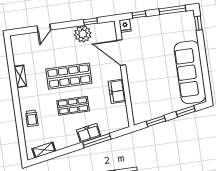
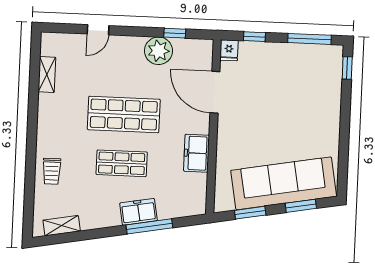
sofa: (190, 72) -> (284, 183), moved, turned 80
shelving: (20, 76) -> (47, 75), moved

